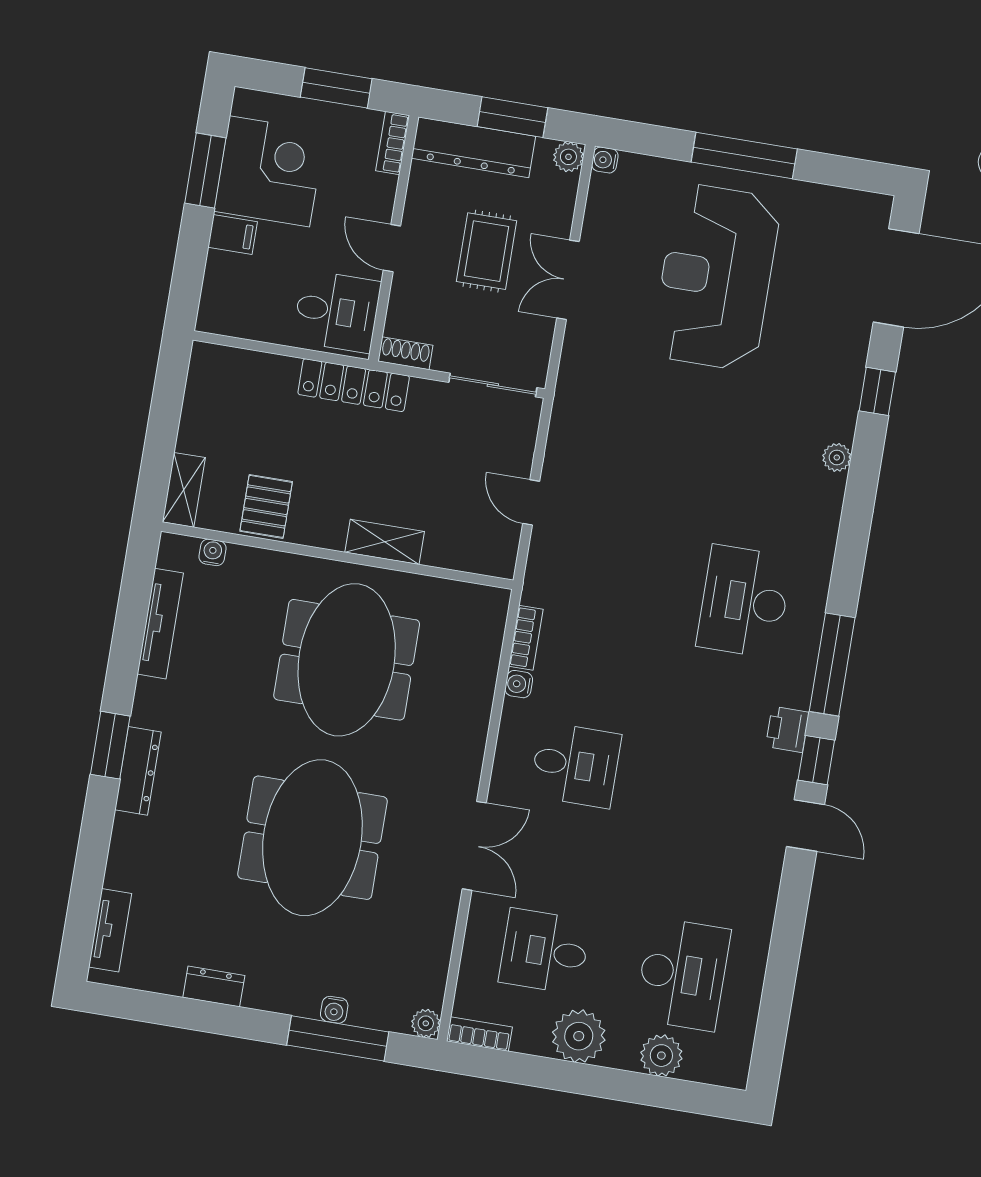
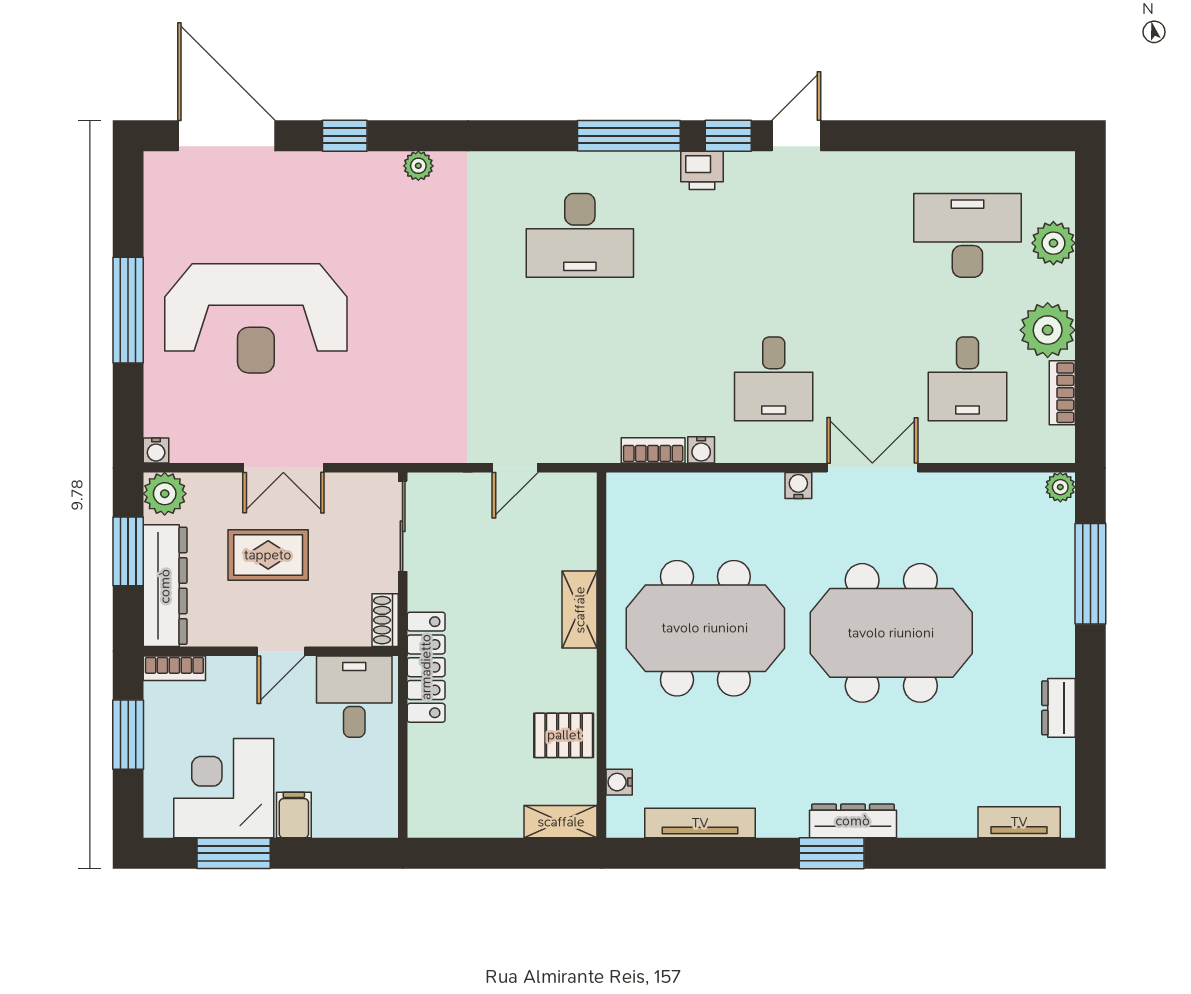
plant: (568, 157) -> (165, 494), width x1.38, depth x1.38
desk: (575, 765) -> (774, 379), turned 180
water cooler: (334, 1010) -> (798, 485), moved, turned -90
bookcase: (479, 1034) -> (1062, 393), moved

